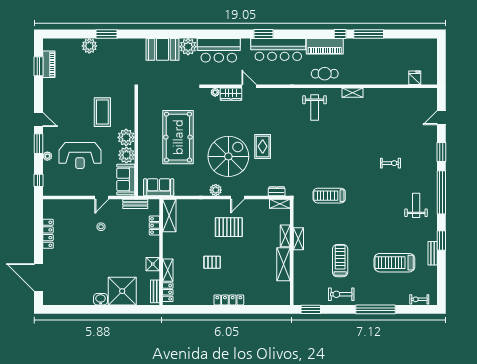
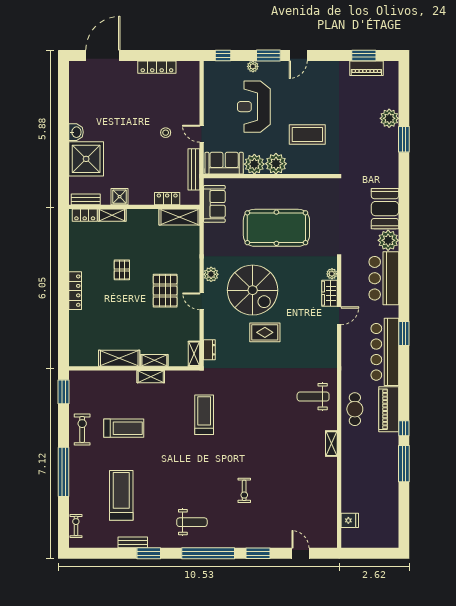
bench: (135, 204) -> (194, 169), width x1.36

